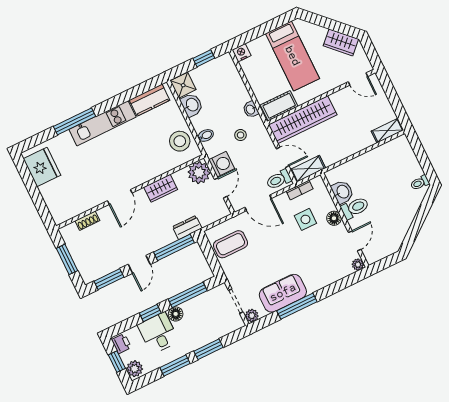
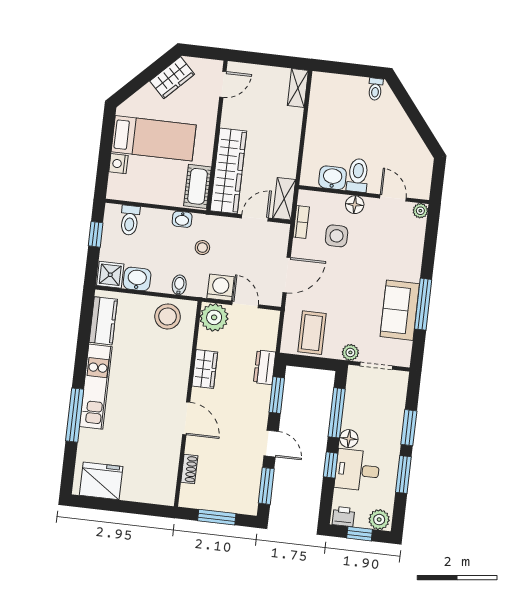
nightstand: (241, 53) -> (118, 164), moved
toilet: (279, 180) -> (130, 220), moved
window: (174, 247) -> (277, 395), width x0.69
plant: (252, 316) -> (350, 352), moved

